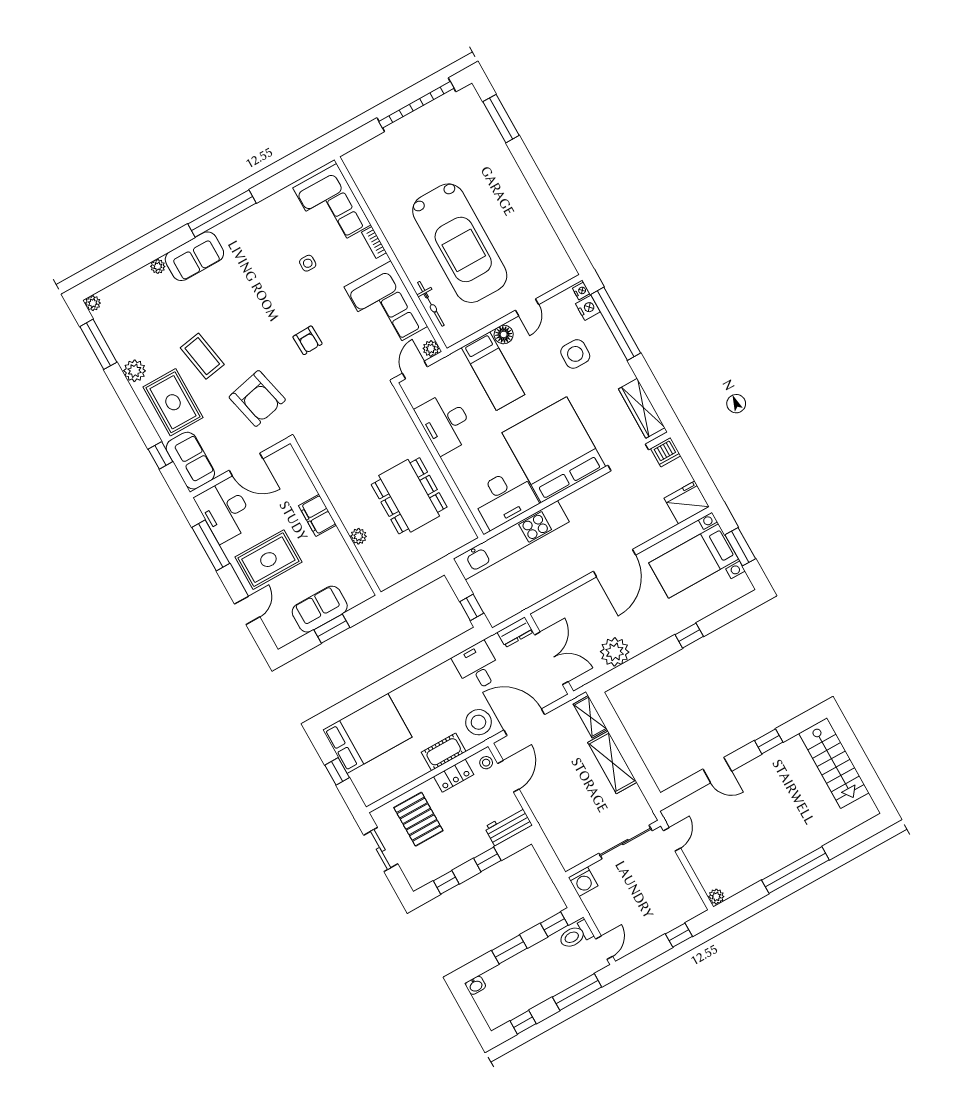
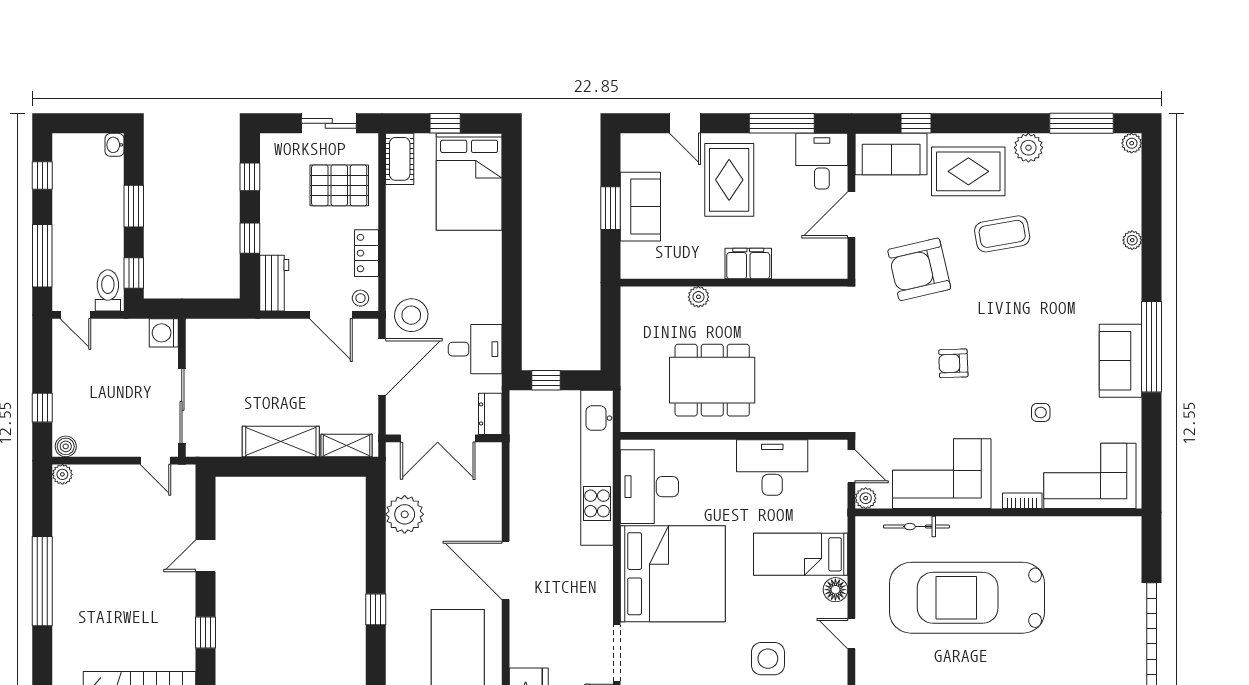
sofa: (194, 256) -> (1120, 361), moved
desk: (225, 511) -> (822, 161), width x0.73
cot: (444, 752) -> (400, 159), moved
boiler: (696, 905) -> (66, 446), added

